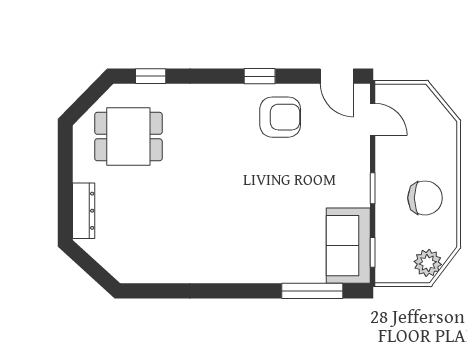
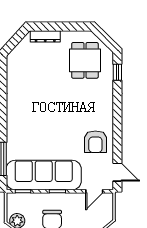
window: (260, 76) -> (117, 131), removed
door: (337, 76) -> (117, 172), swing flipped
sofa: (348, 246) -> (44, 175), width x1.85, depth x1.27

